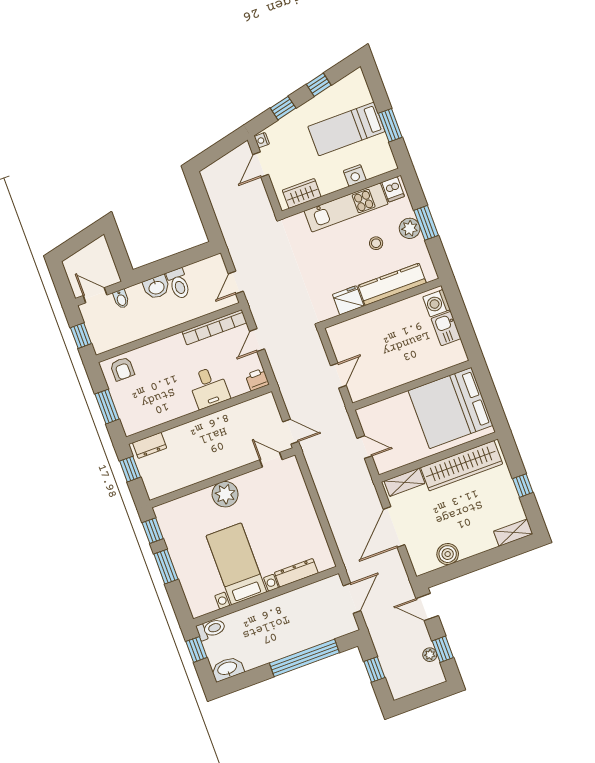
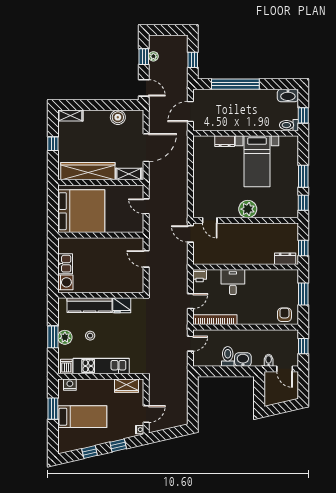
nightstand: (355, 175) -> (70, 385), moved
door: (338, 376) -> (146, 259), hinge flipped
dresser: (296, 573) -> (225, 141), width x0.70

